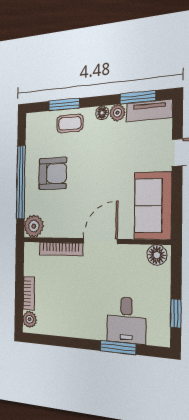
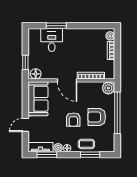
armchair: (91, 167) -> (73, 120), added
door: (100, 241) -> (67, 80), hinge flipped
window: (176, 313) -> (25, 62), moved

